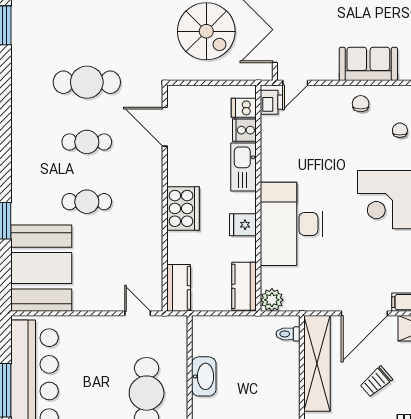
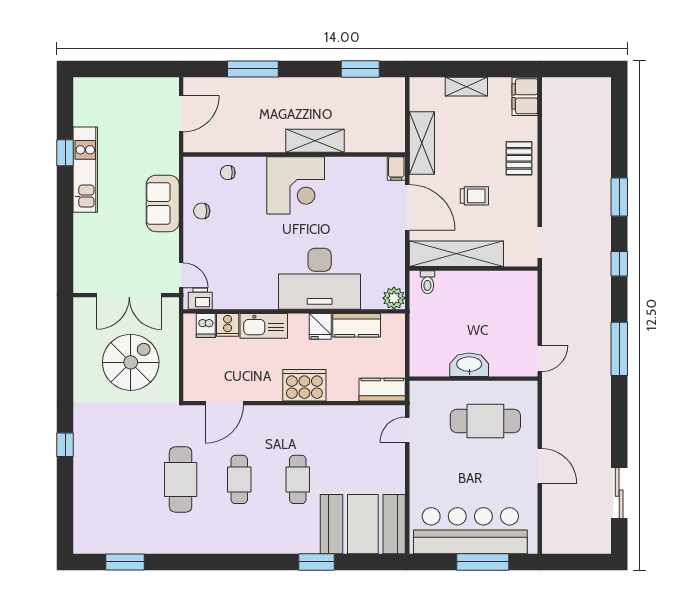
kitchen counter: (244, 286) -> (357, 325), moved
trolley: (376, 382) -> (474, 196), turned -49

